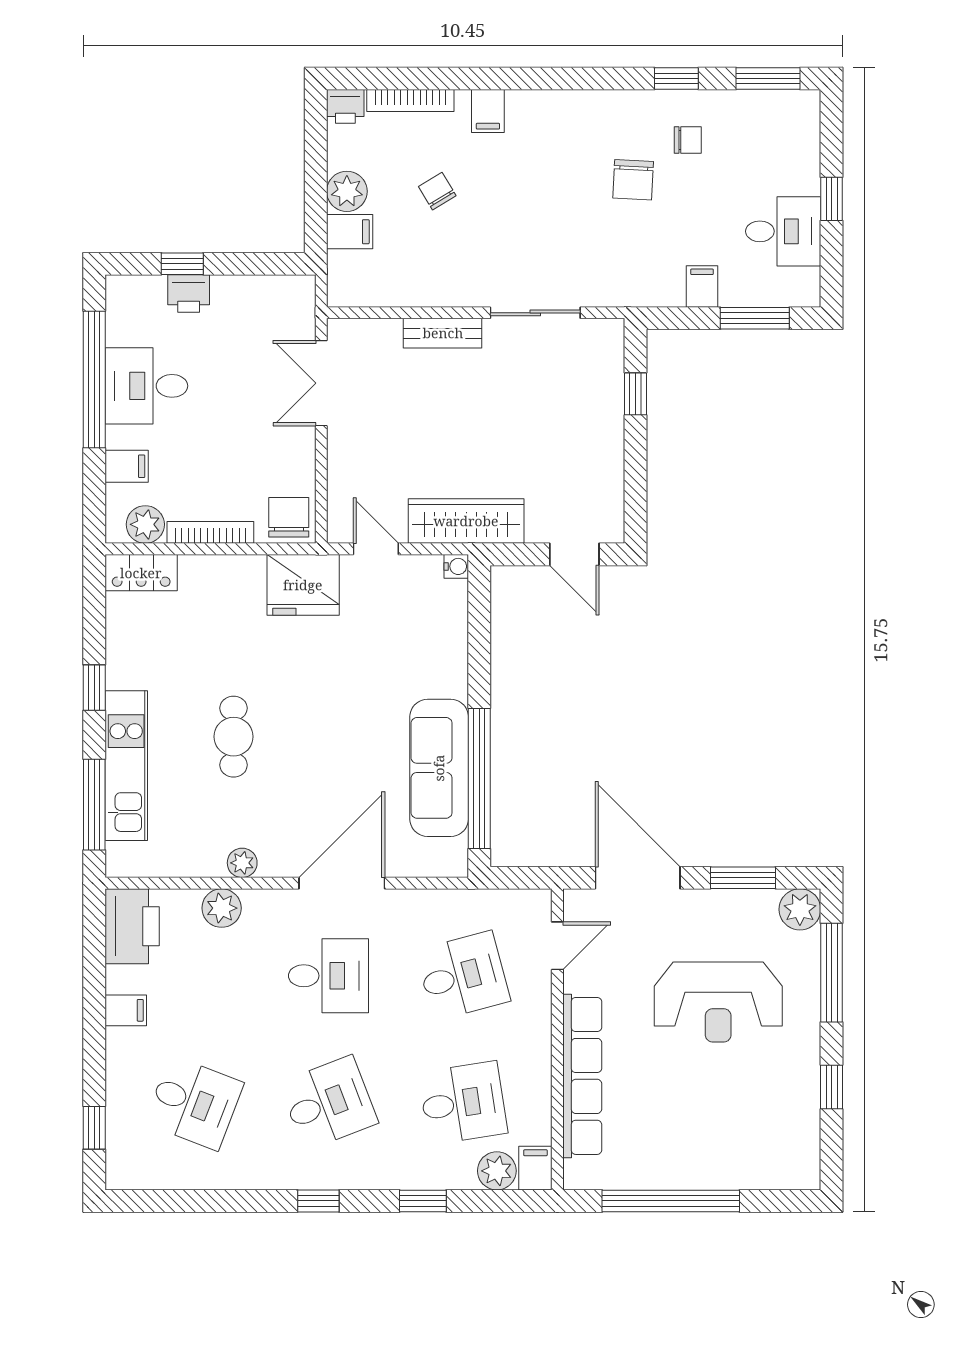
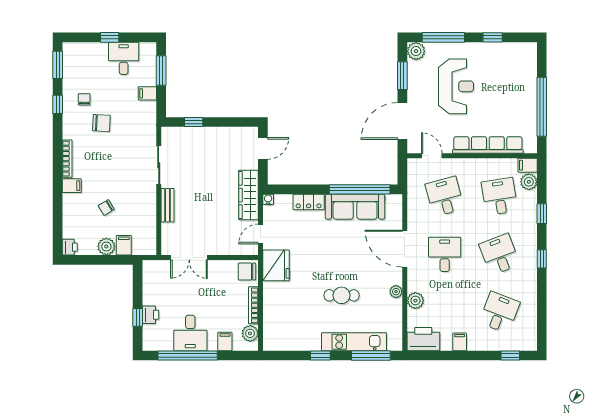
bookcase: (410, 101) -> (67, 159), moved
locker: (141, 573) -> (309, 202), moved, turned 90

